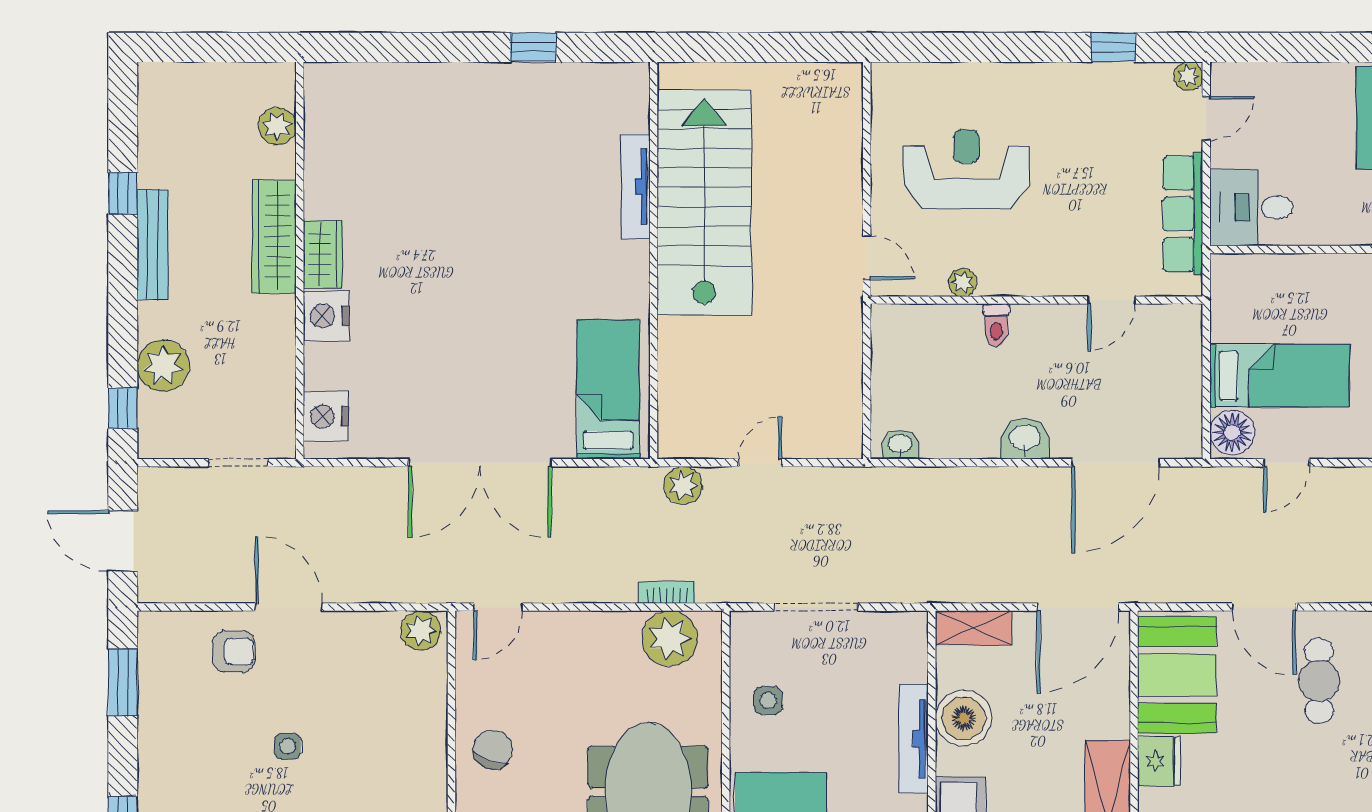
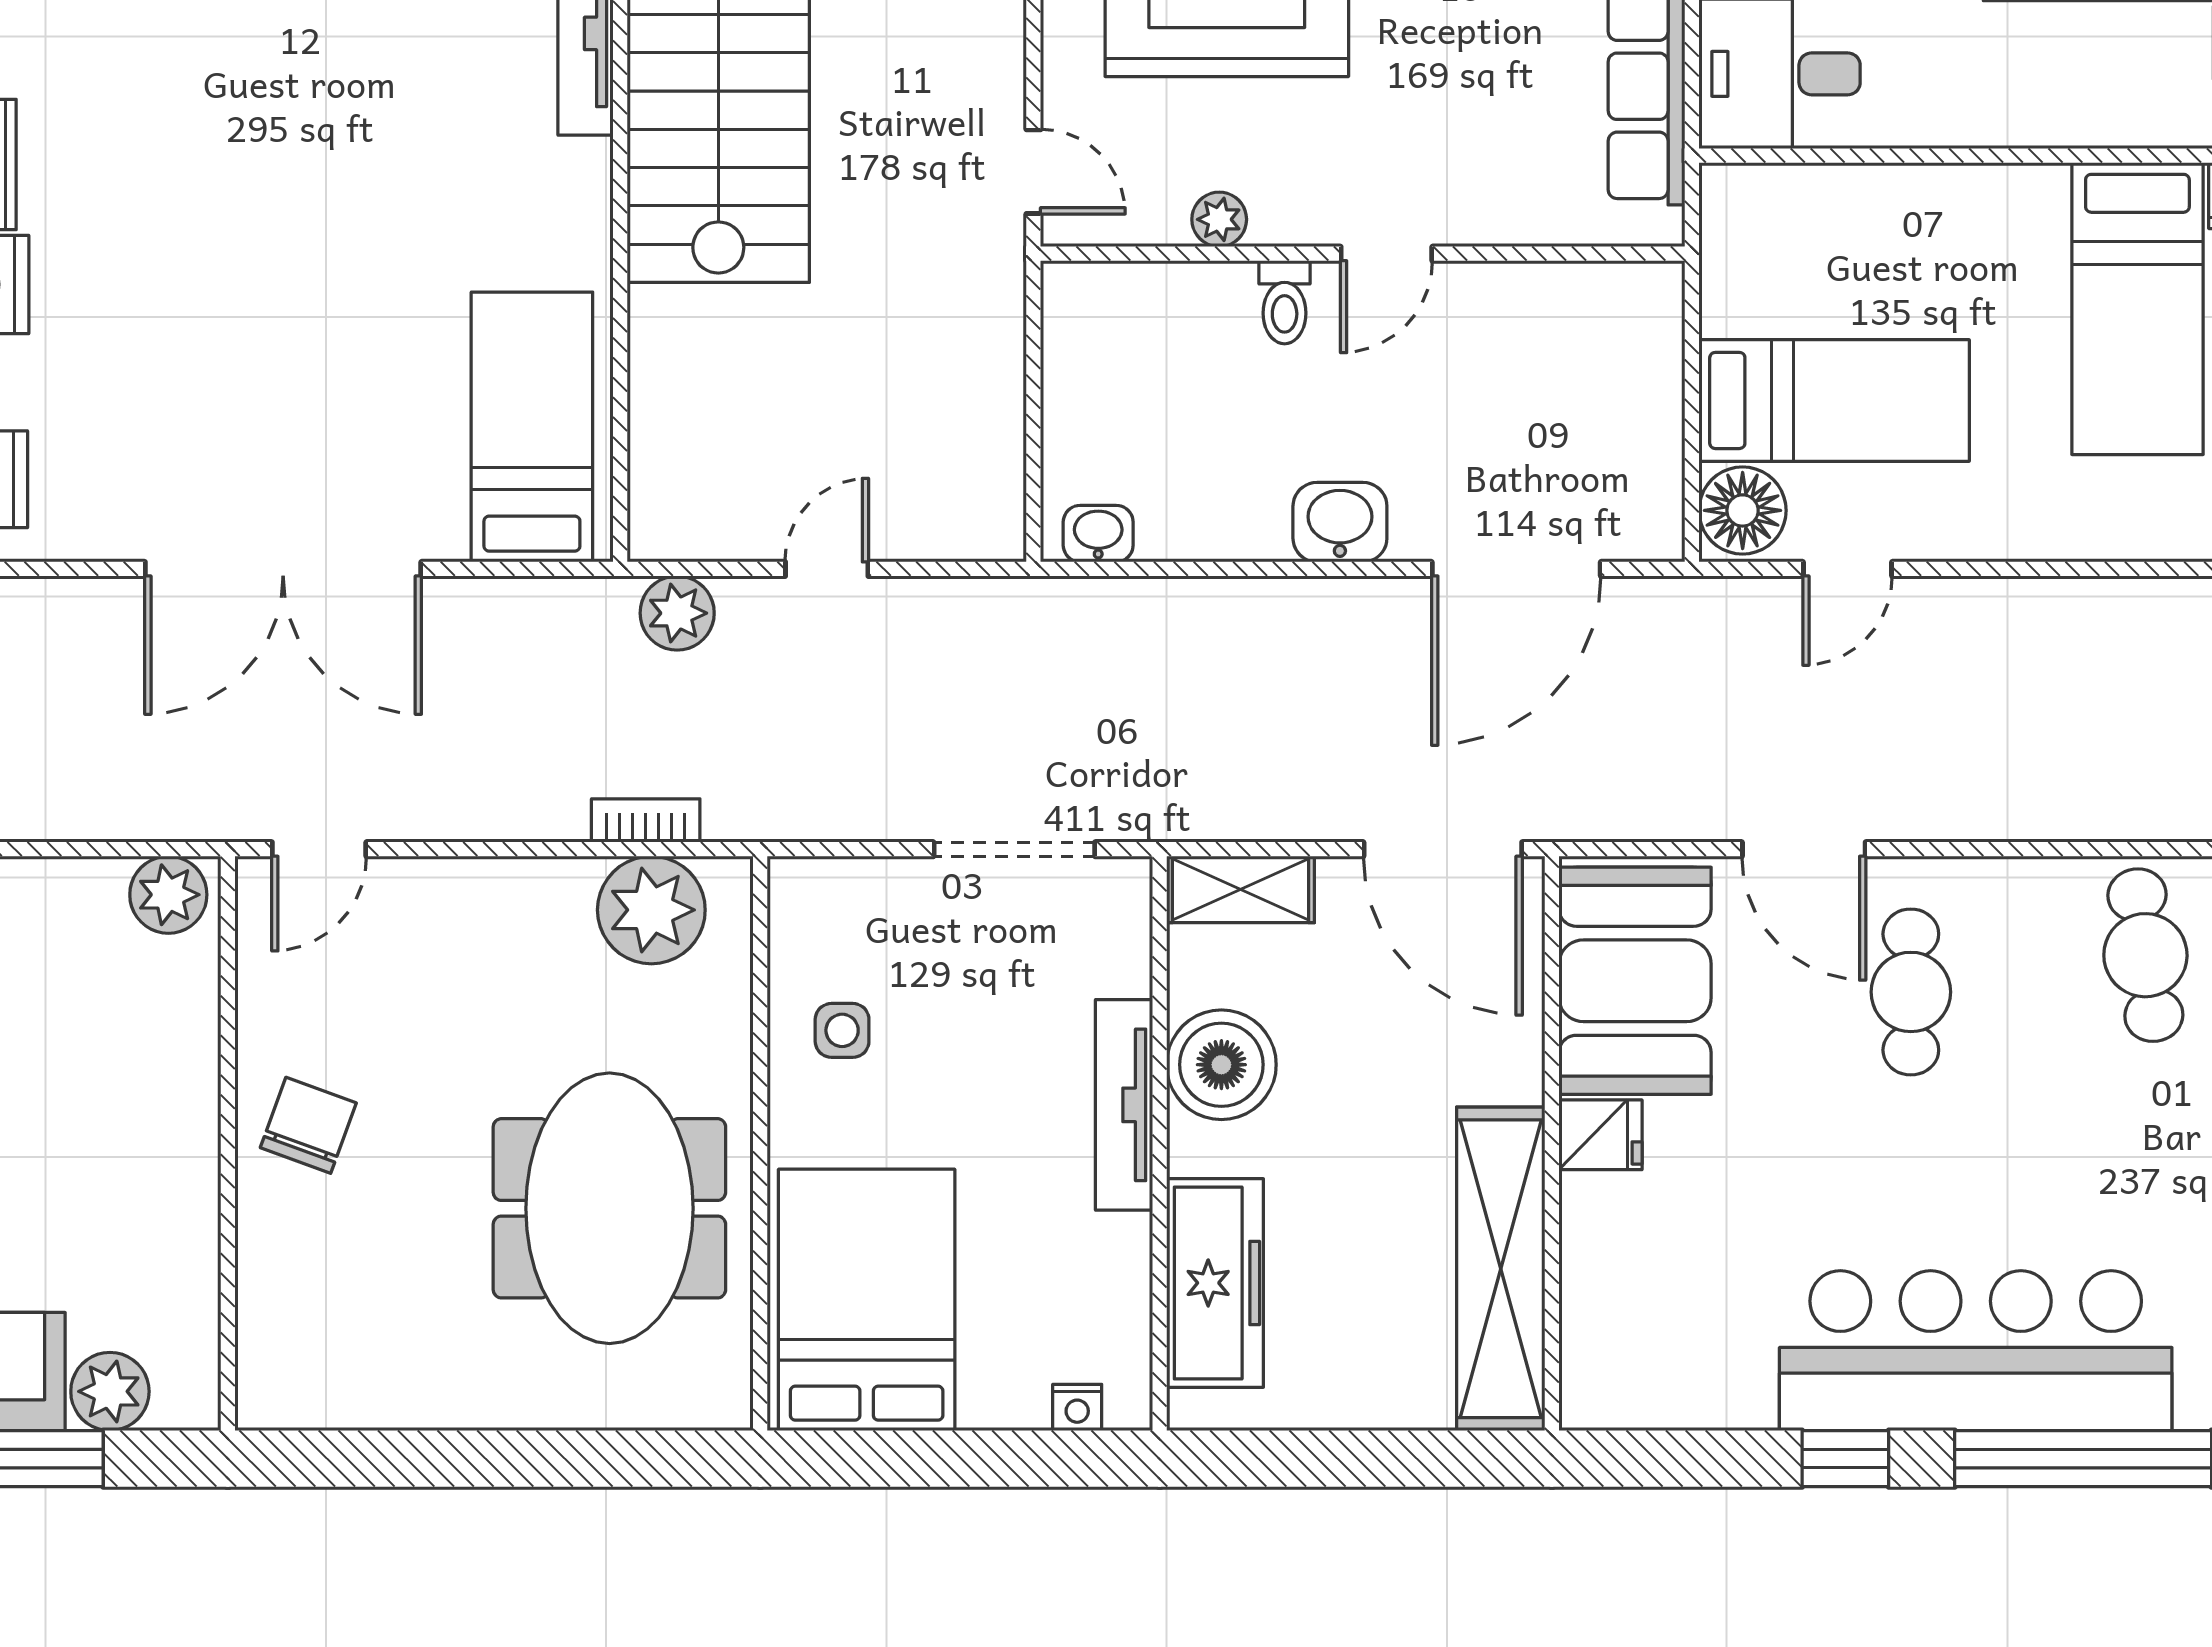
door: (1111, 300) -> (1386, 254), moved
doorway: (816, 607) -> (1014, 849), moved
door: (1078, 607) -> (1443, 849), hinge flipped
fridge: (1159, 761) -> (1600, 1135), width x0.72

